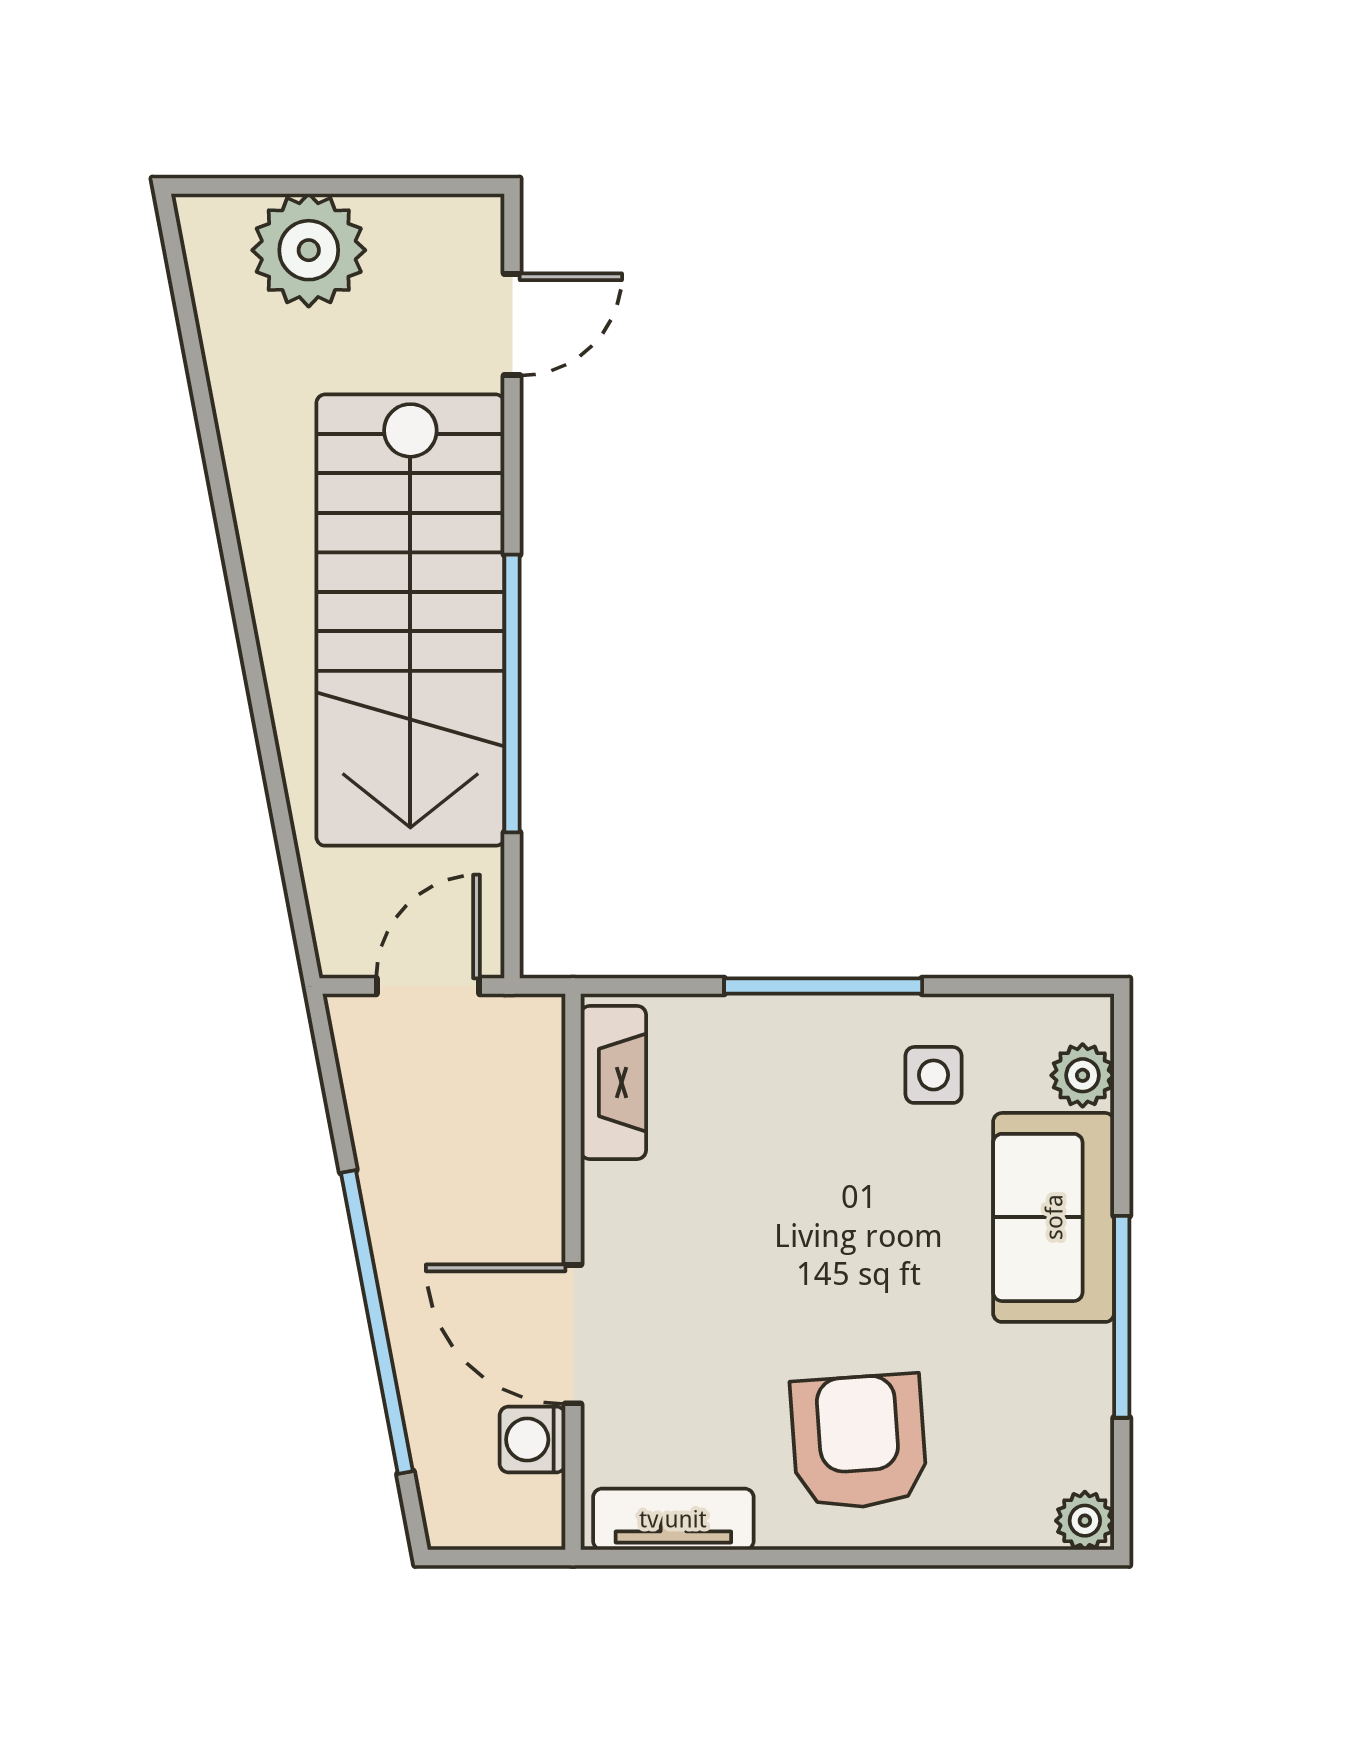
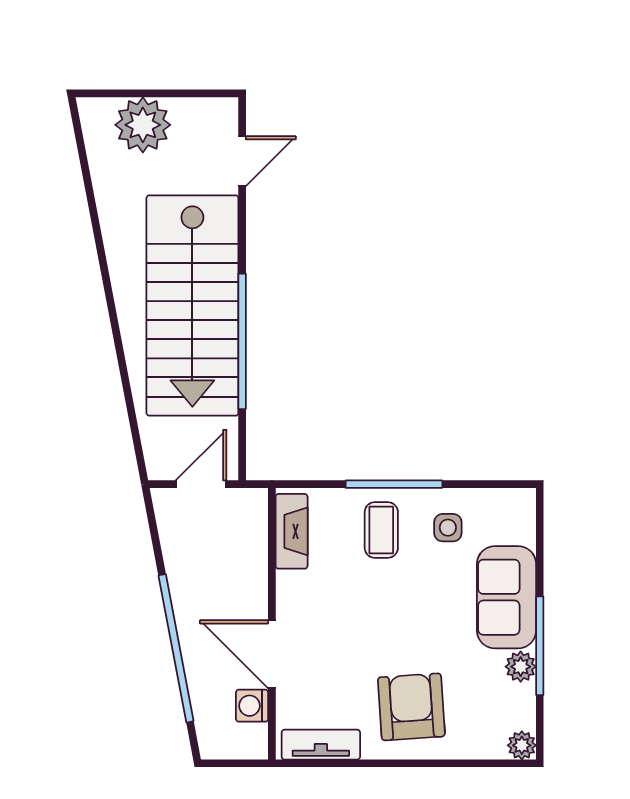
plant: (1083, 1075) -> (521, 667), moved
coffee table: (797, 1080) -> (381, 530), added

